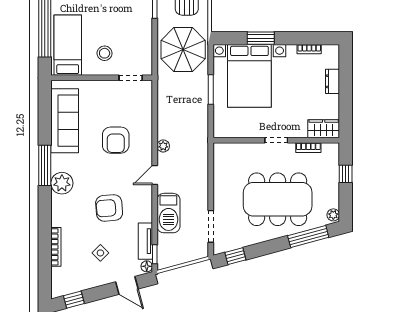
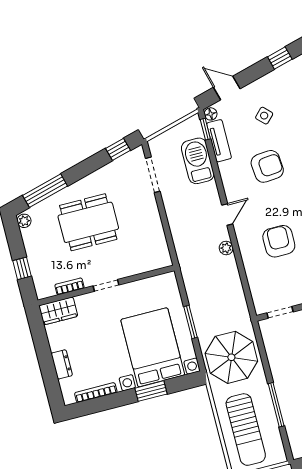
bookcase: (309, 49) -> (96, 393), width x1.56
dining table: (278, 199) -> (88, 222), width x0.73, depth x0.80
barbecue: (168, 213) -> (198, 161), moved

